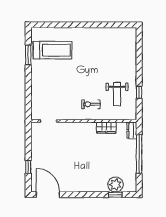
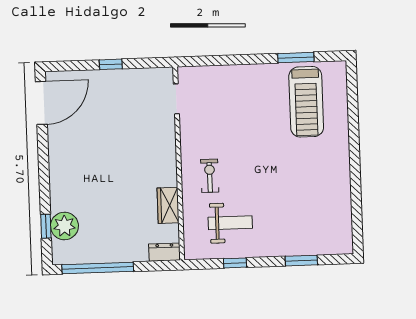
window: (139, 56) -> (301, 261), added
weight bench: (117, 94) -> (230, 223), turned 180
window: (139, 154) -> (98, 268), moved
window: (28, 167) -> (111, 64), moved

